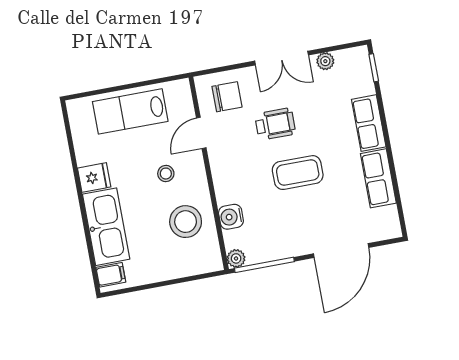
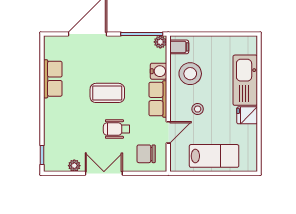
row of seats: (369, 123) -> (158, 99), moved, turned 180
filing cabinet: (111, 275) -> (179, 47), moved, turned 180

